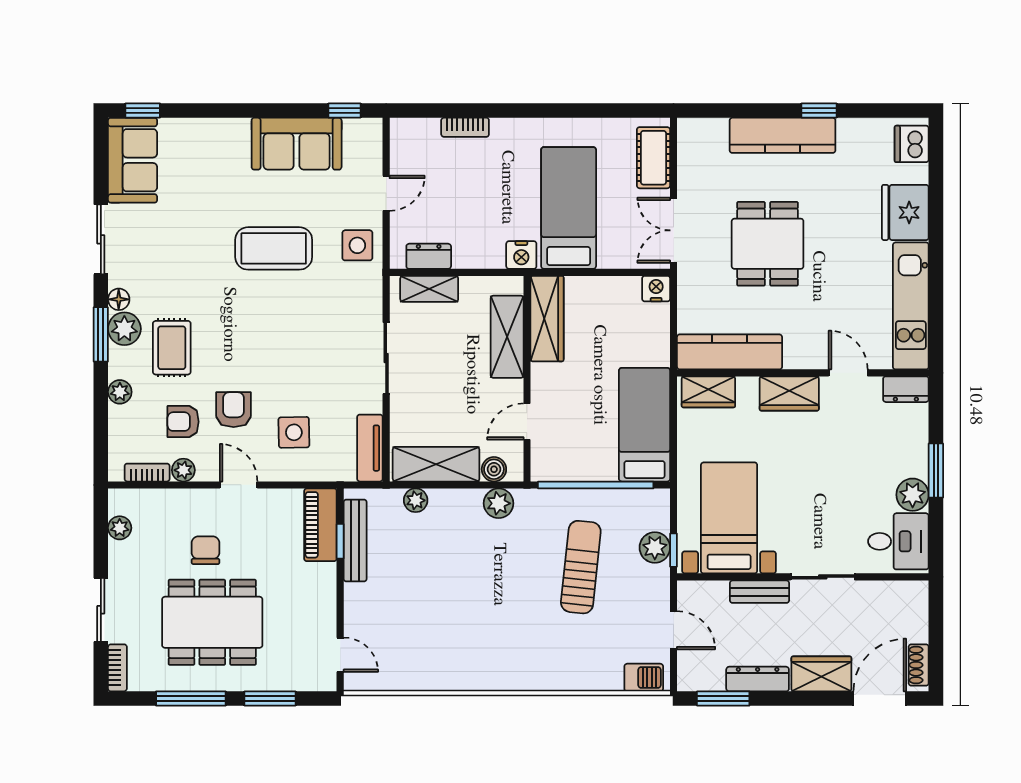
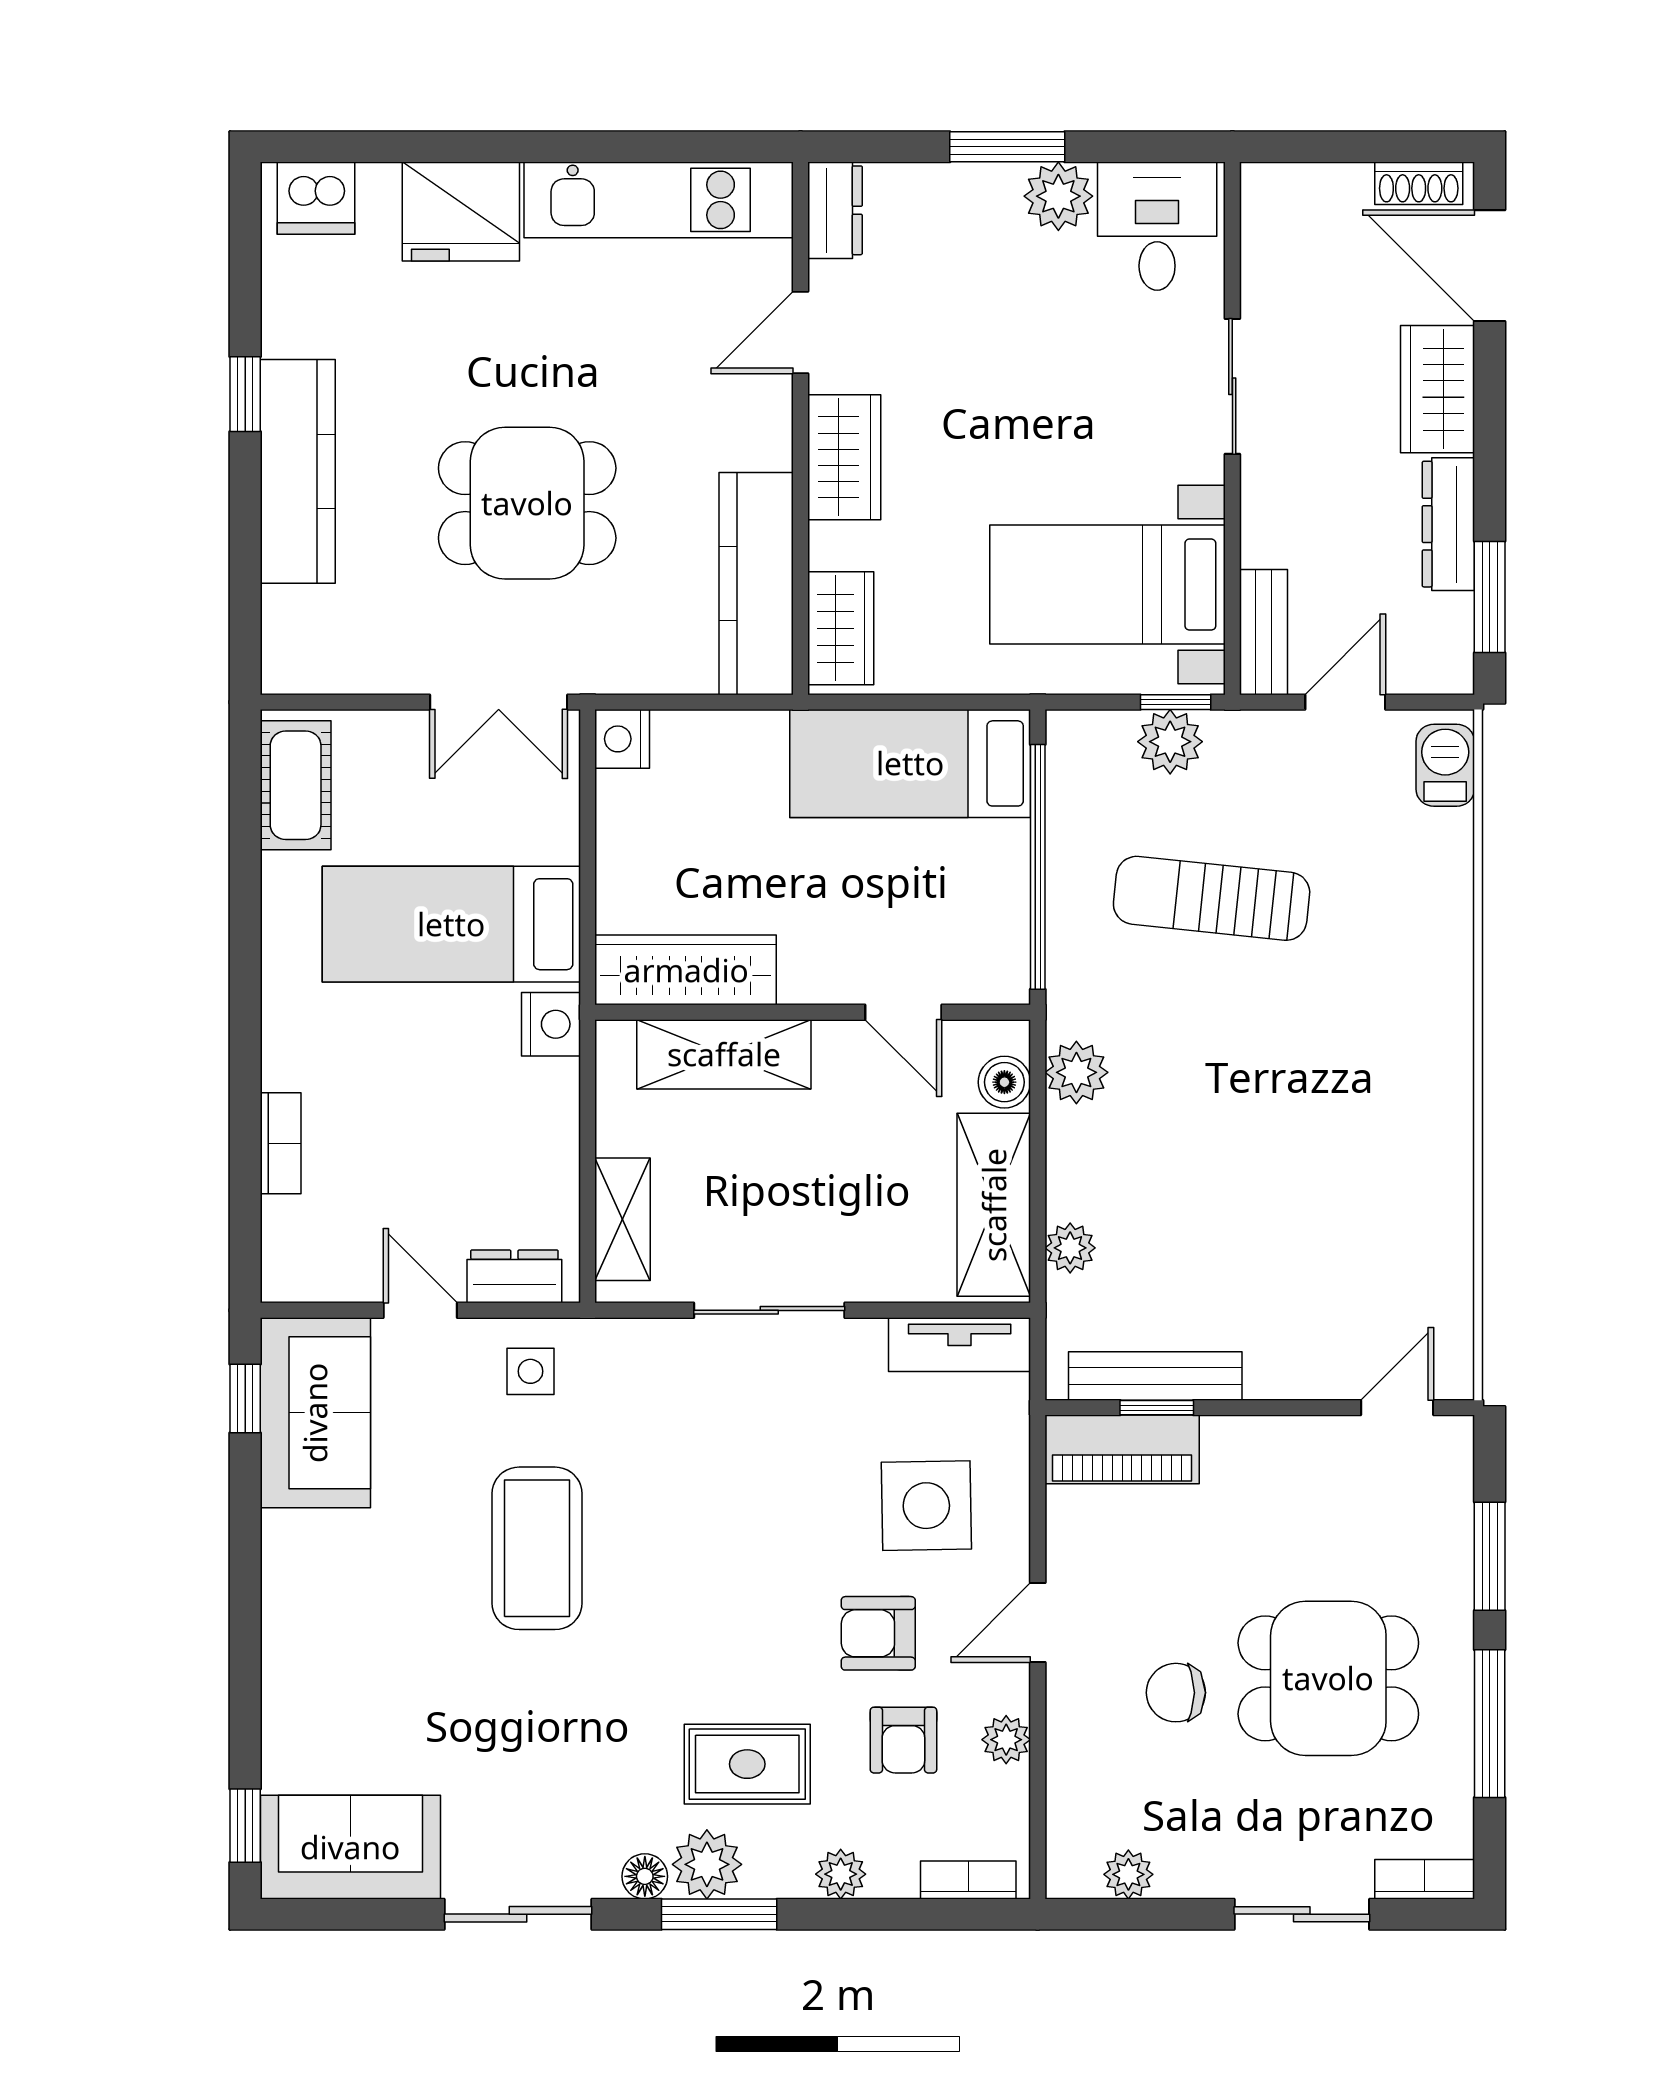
sofa: (297, 144) -> (315, 1413), moved
cot: (653, 158) -> (296, 785), moved, turned 90
side table: (357, 245) -> (530, 1371), width x0.73, depth x0.73
dresser: (429, 256) -> (514, 1276), moved, turned 90
side table: (294, 432) -> (926, 1506), width x1.37, depth x1.37
bookcase: (147, 473) -> (968, 1880), moved, turned 90
bench: (760, 592) -> (1264, 632), moved
dining table: (212, 622) -> (1328, 1678), width x0.73

